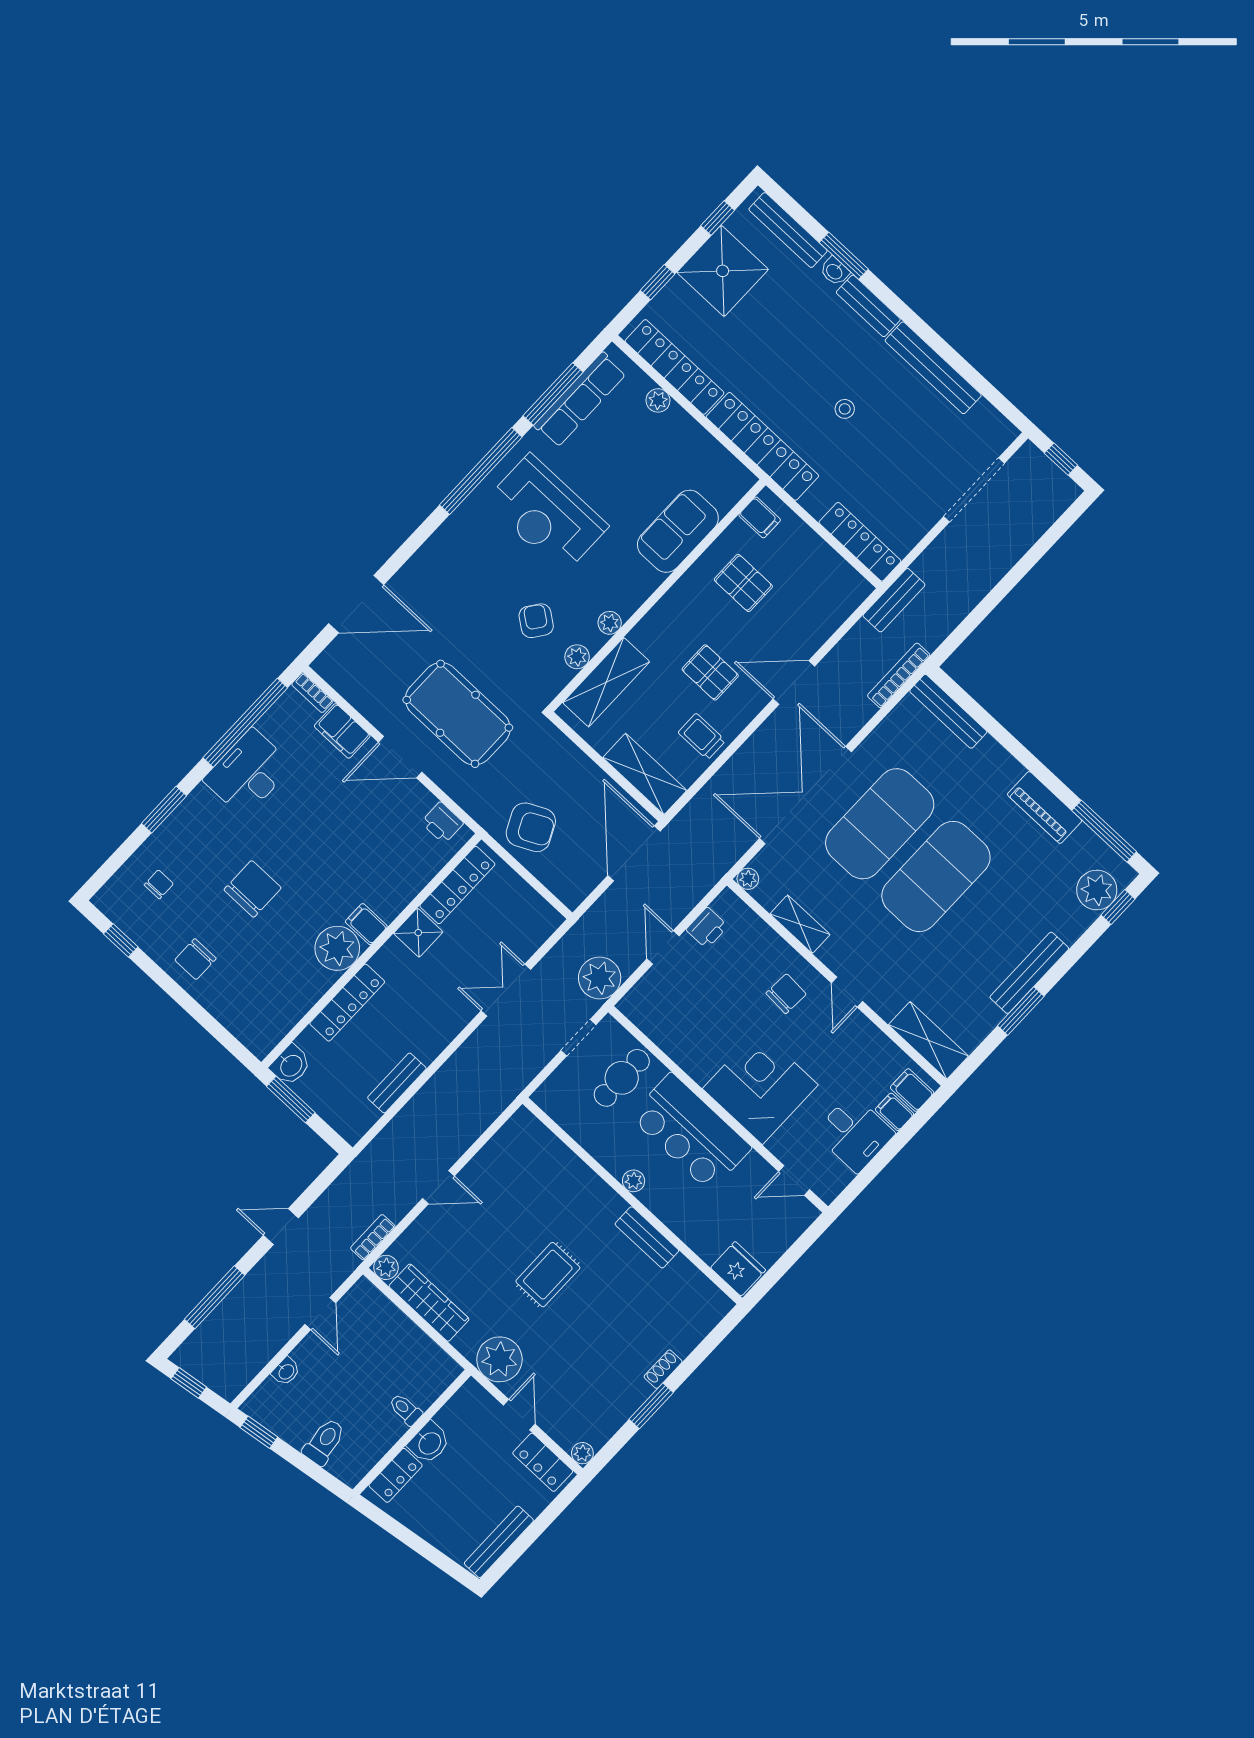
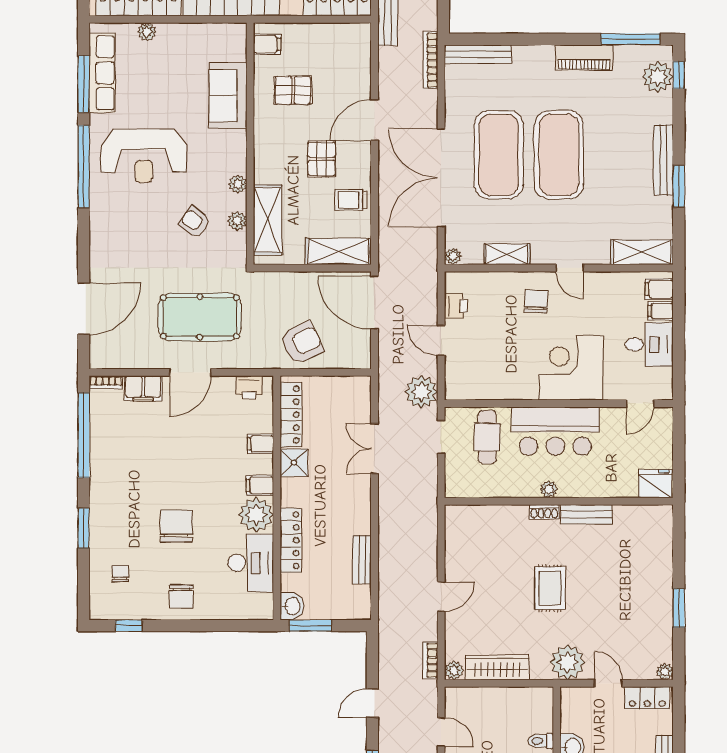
pallet: (710, 672) -> (322, 159), turned 90
desk: (248, 773) -> (251, 563), moved, turned 180
filing cabinet: (403, 886) -> (260, 444), added
shoe rack: (663, 1369) -> (544, 512), moved, turned -90

